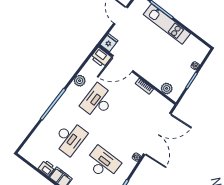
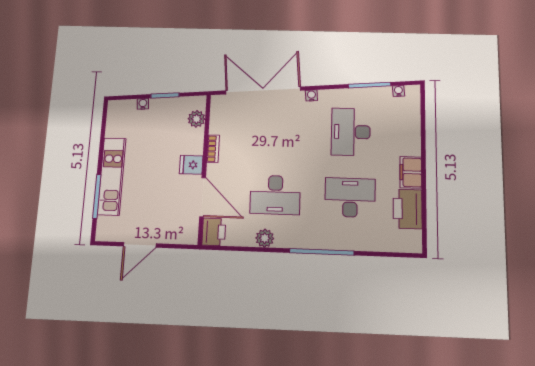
fridge: (109, 43) -> (191, 165), moved
printer: (47, 168) -> (408, 209), width x1.87, depth x1.48

